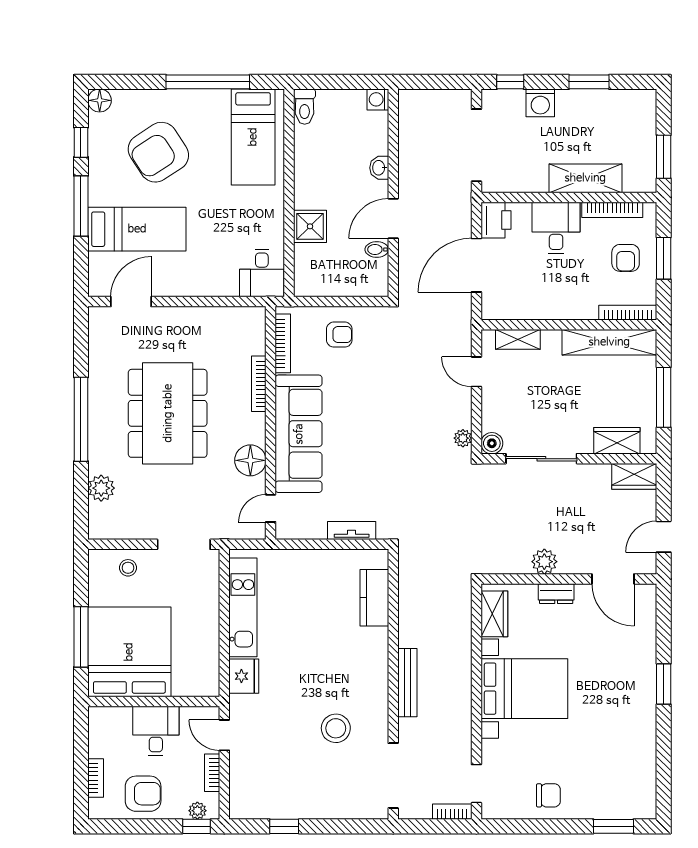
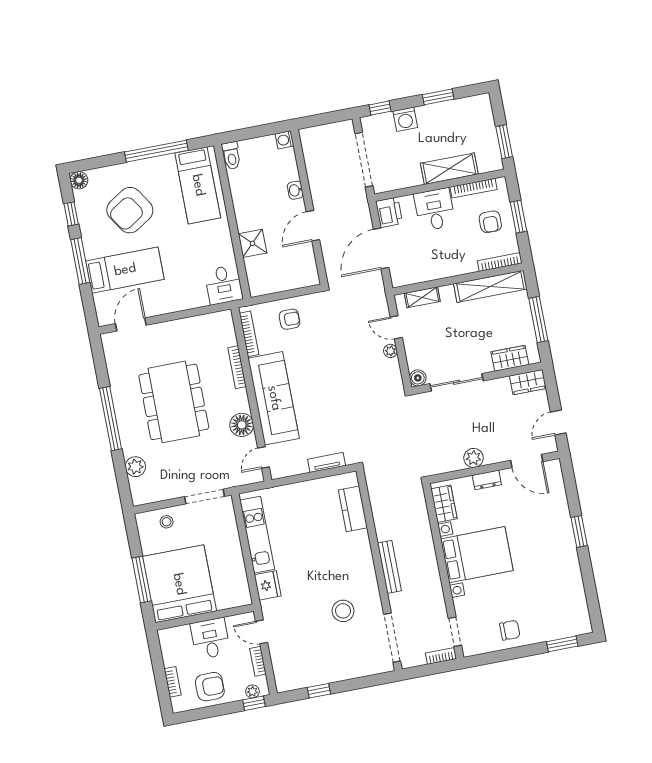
bidet: (377, 249) -> (305, 251), removed
plant: (463, 438) -> (390, 351), moved

